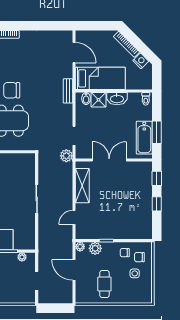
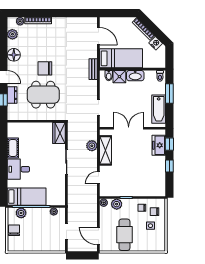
window: (157, 132) -> (169, 94), moved
plant: (66, 156) -> (92, 146), moved
wardrobe: (28, 166) -> (59, 133), added
freezer: (144, 180) -> (159, 145), added
door: (74, 270) -> (98, 236), moved
cafe table: (104, 284) -> (124, 235), width x1.37, depth x1.35

